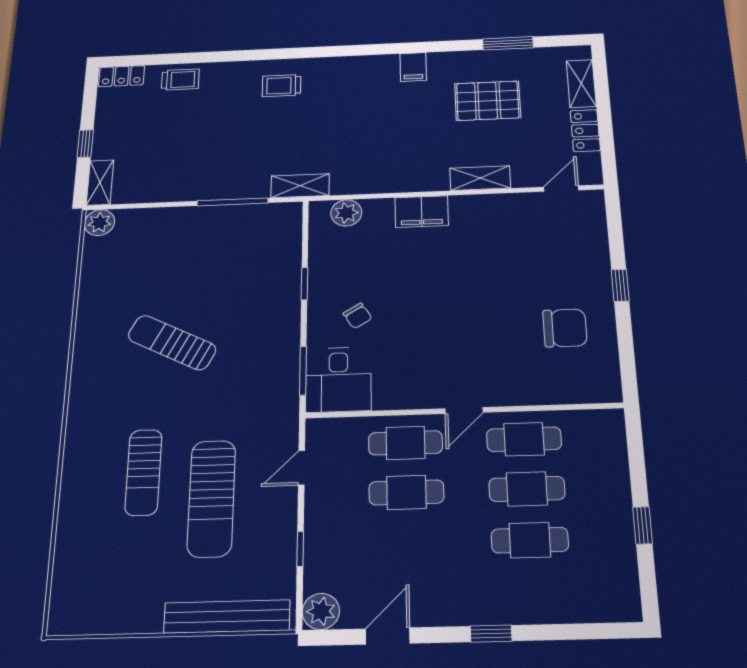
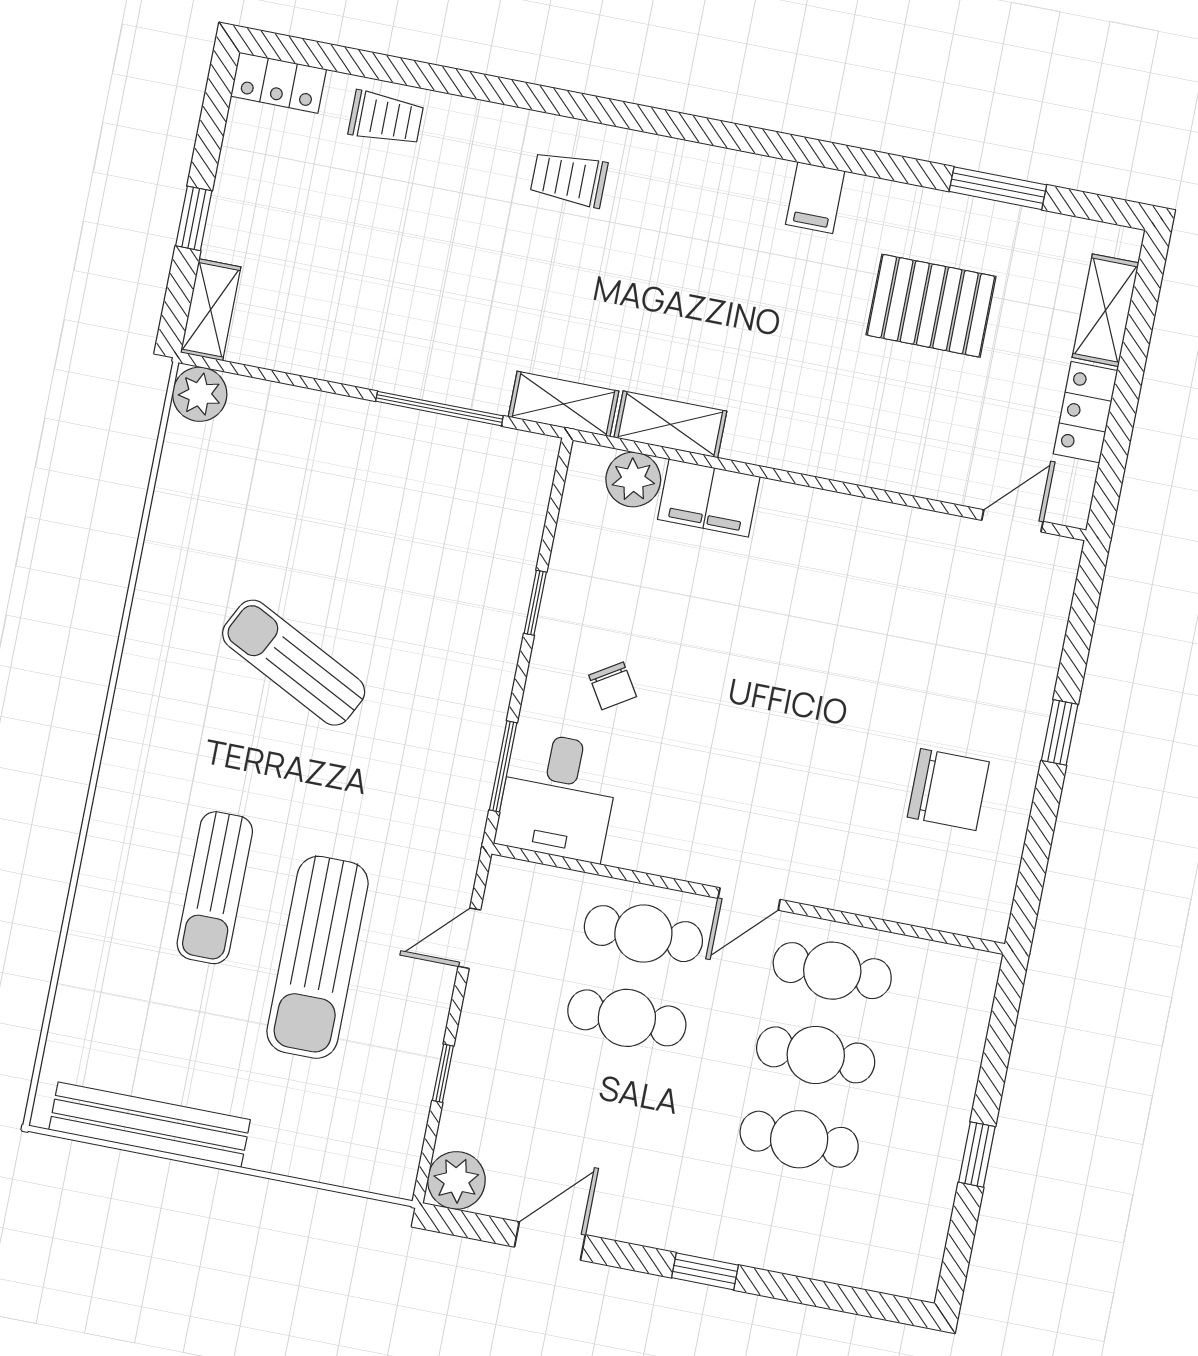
shelving: (480, 178) -> (670, 424), moved
filing cabinet: (422, 212) -> (709, 498), moved
bench: (227, 616) -> (150, 1125), moved

